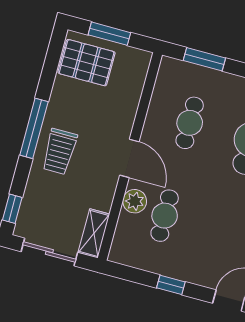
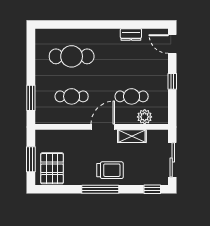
plant: (135, 201) -> (145, 117), moved
shelving: (94, 233) -> (132, 136), moved

